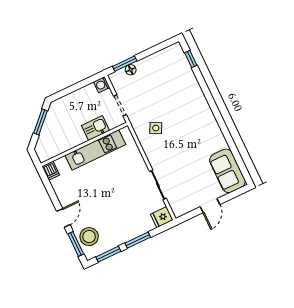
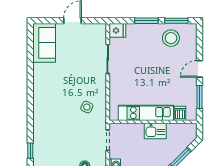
kitchen sink: (96, 128) -> (155, 131), moved
dishwasher: (51, 171) -> (180, 113), moved
stool: (89, 237) -> (171, 38), moved
window: (76, 244) -> (200, 97), moved

